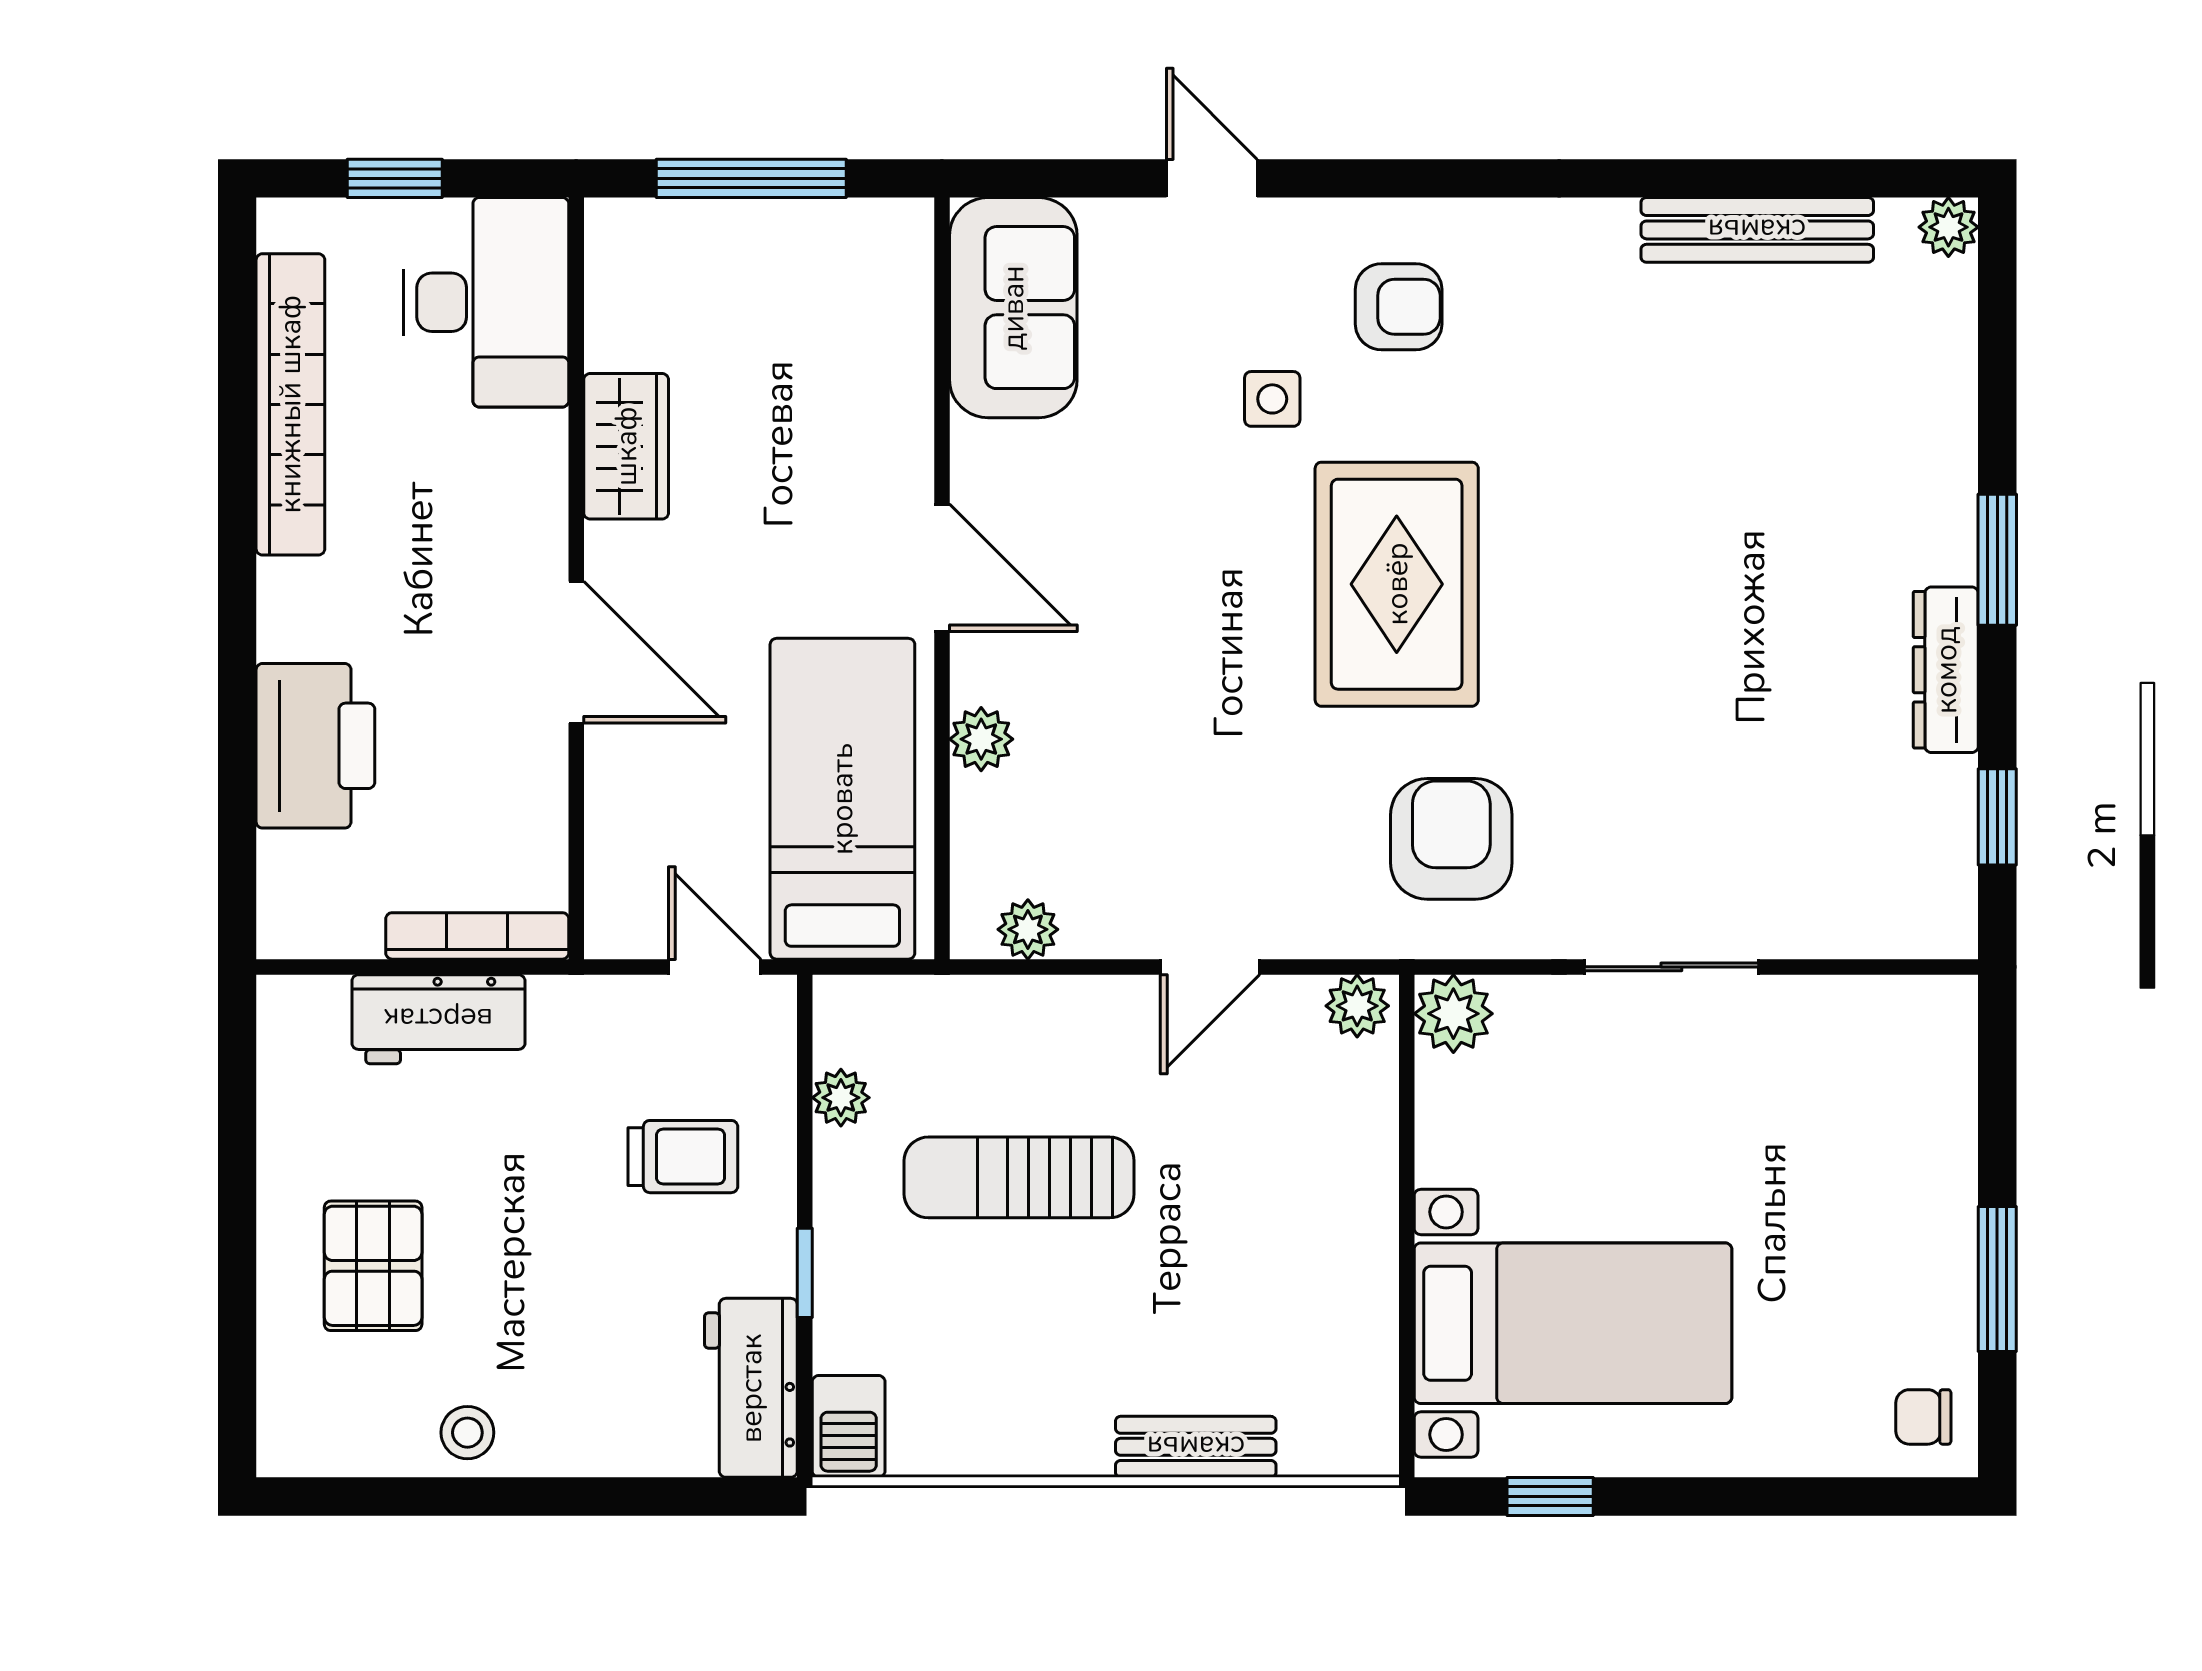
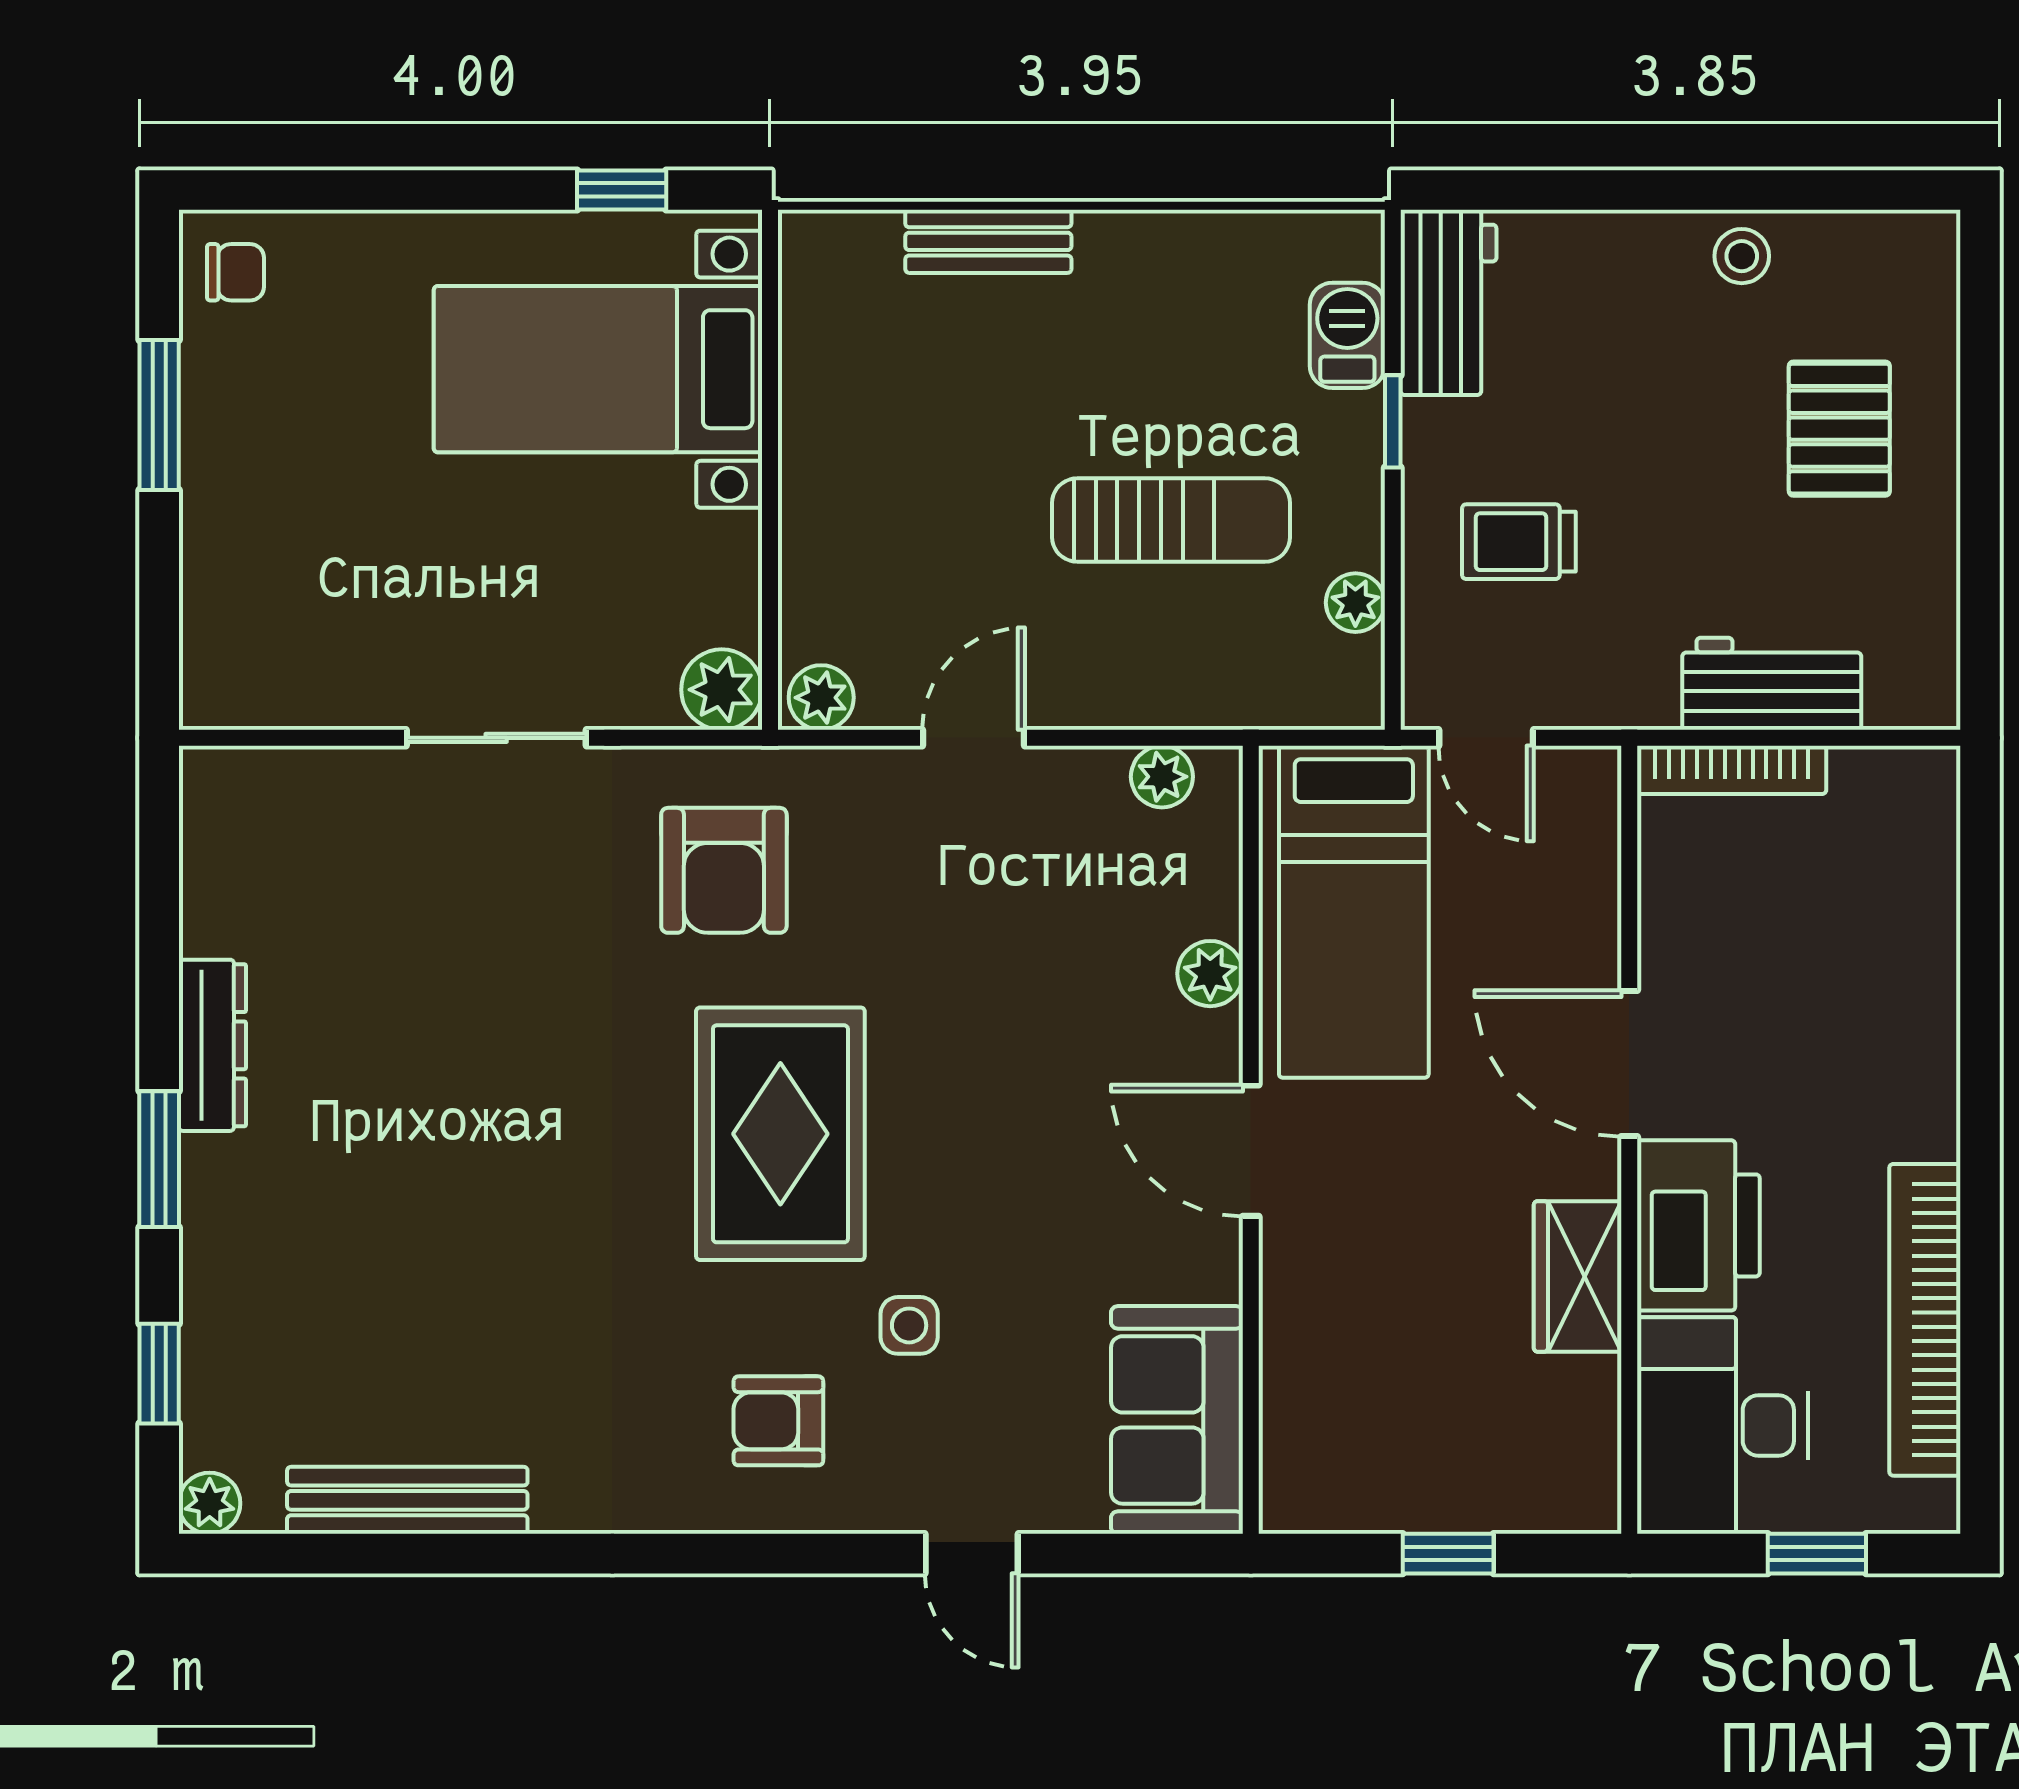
window: (751, 178) -> (1448, 1554), width x0.46
printer: (315, 746) -> (1698, 1225), moved, turned 180
window: (1997, 817) -> (159, 1374), moved
barbecue: (849, 1426) -> (1347, 335), moved

